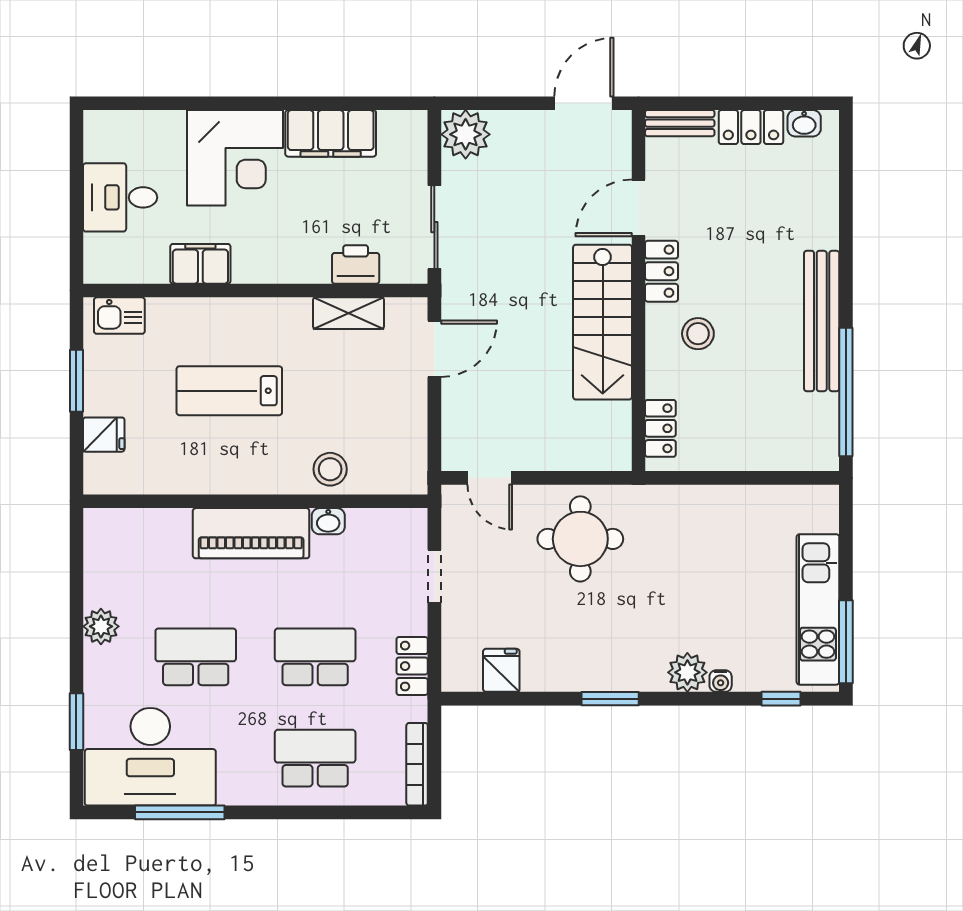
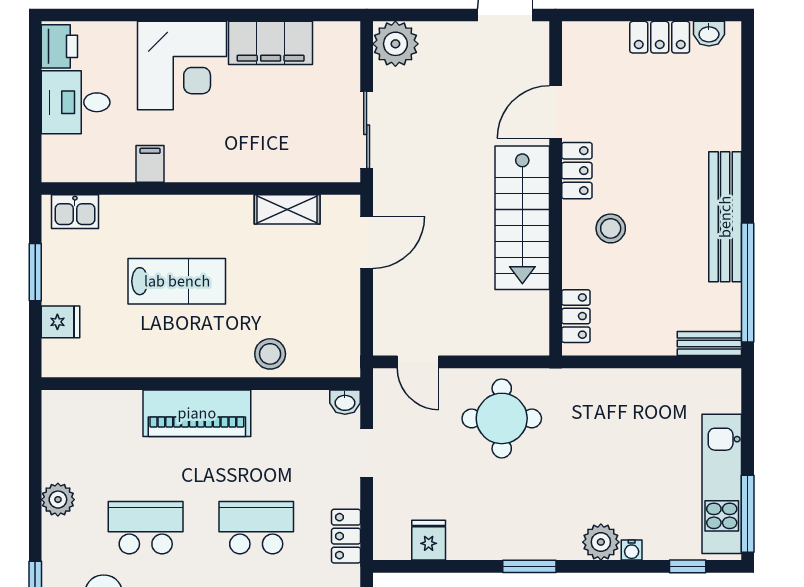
bench: (680, 123) -> (709, 344), moved
filing cabinet: (200, 264) -> (150, 164), width x0.50
printer: (356, 264) -> (59, 46), moved, turned 90
lab bench: (229, 391) -> (177, 281), turned 180
washbasin: (328, 521) -> (345, 402), moved

